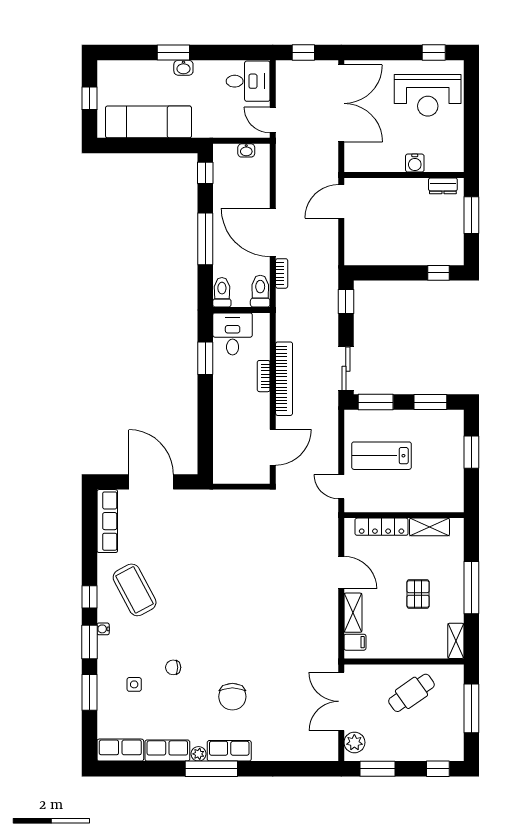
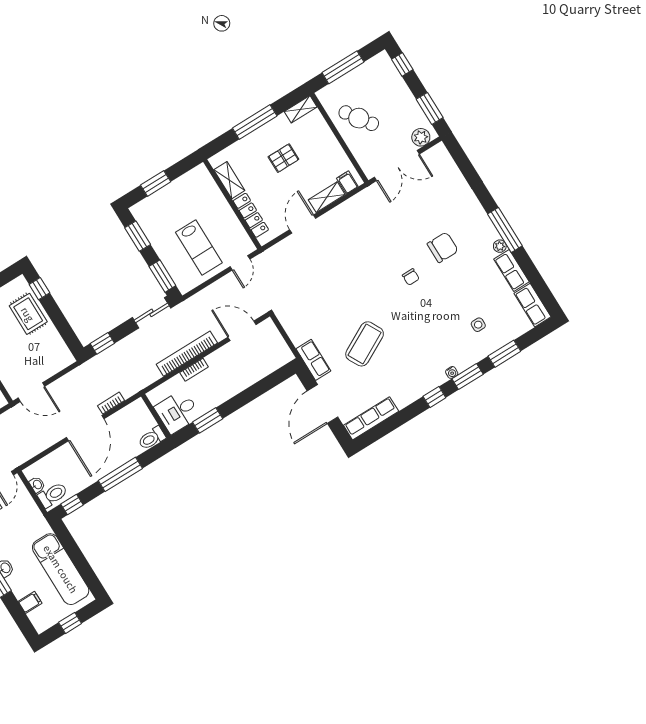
filing cabinet: (134, 71) -> (30, 602), added
rug: (421, 246) -> (28, 314), added
toilet: (260, 291) -> (53, 495), moved, turned 180
coffee table: (135, 590) -> (365, 344), moved
chair: (173, 667) -> (411, 277), moved
row of seats: (229, 751) -> (313, 360), moved, turned 180

